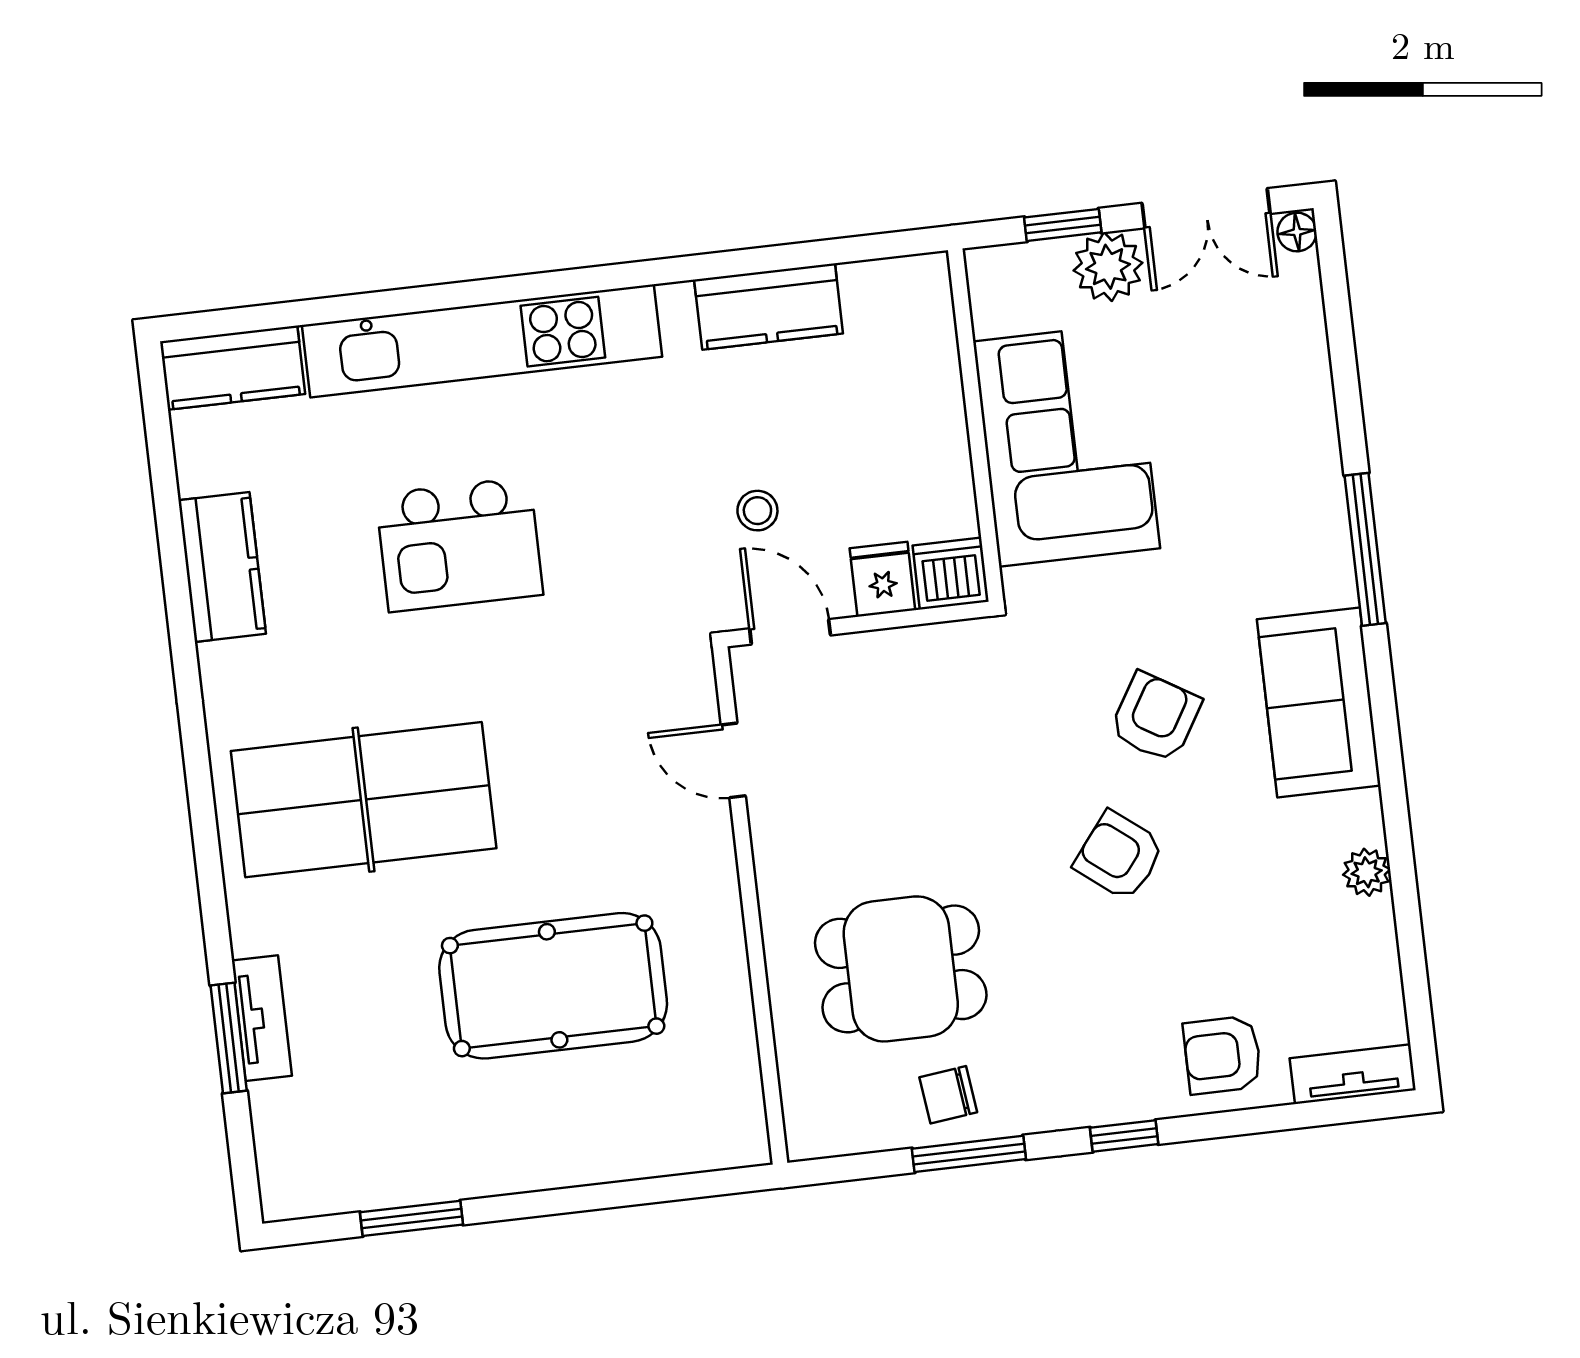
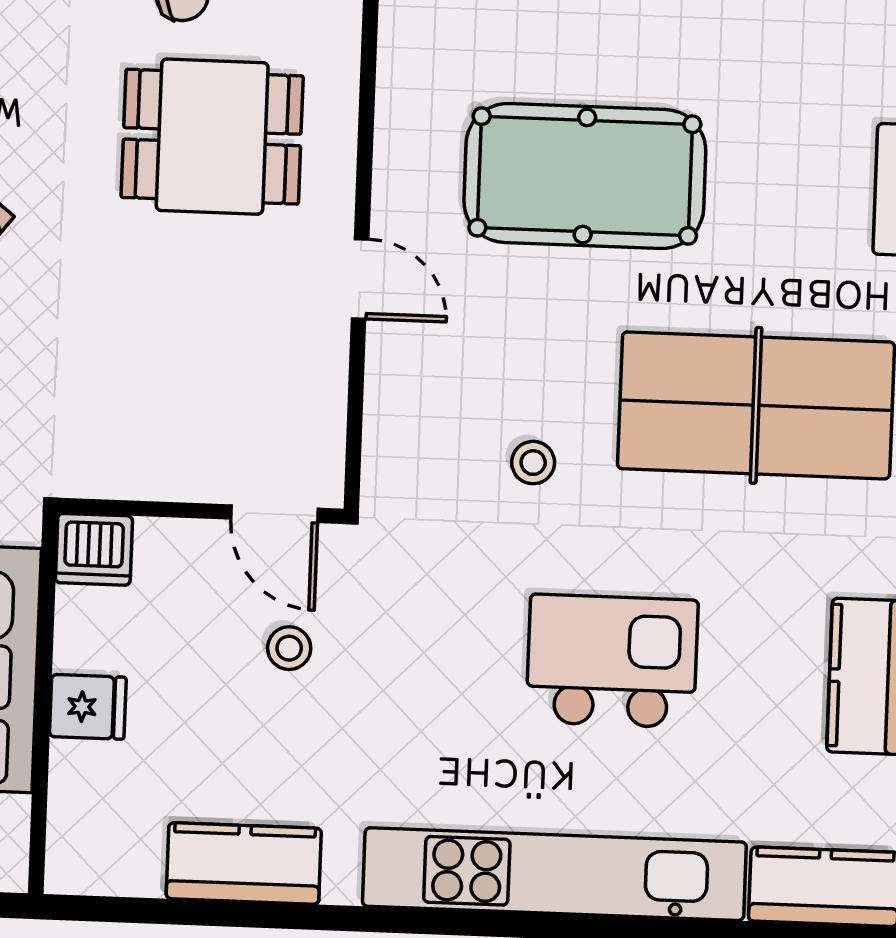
fridge: (882, 579) -> (88, 707), moved, turned -90
stool: (560, 716) -> (533, 463), added
door: (733, 760) -> (360, 279), moved

